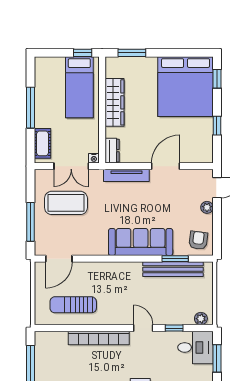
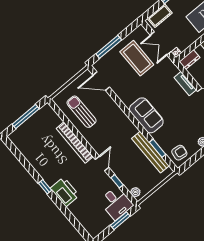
tv unit: (126, 175) -> (185, 84), width x0.71
sofa: (141, 242) -> (146, 115), width x0.73

